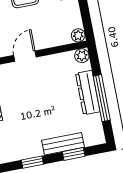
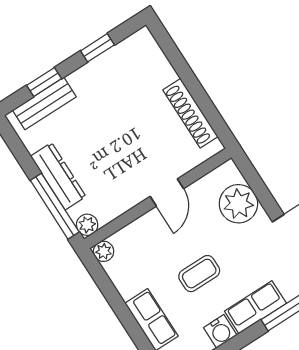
window: (102, 98) -> (55, 206), moved
bench: (63, 144) -> (44, 104), moved

